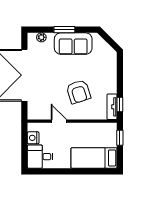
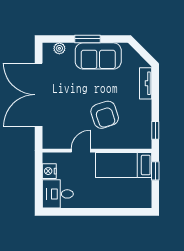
tv unit: (112, 107) -> (146, 83), moved
door: (59, 121) -> (81, 151), hinge flipped
bed: (94, 158) -> (124, 165), moved

